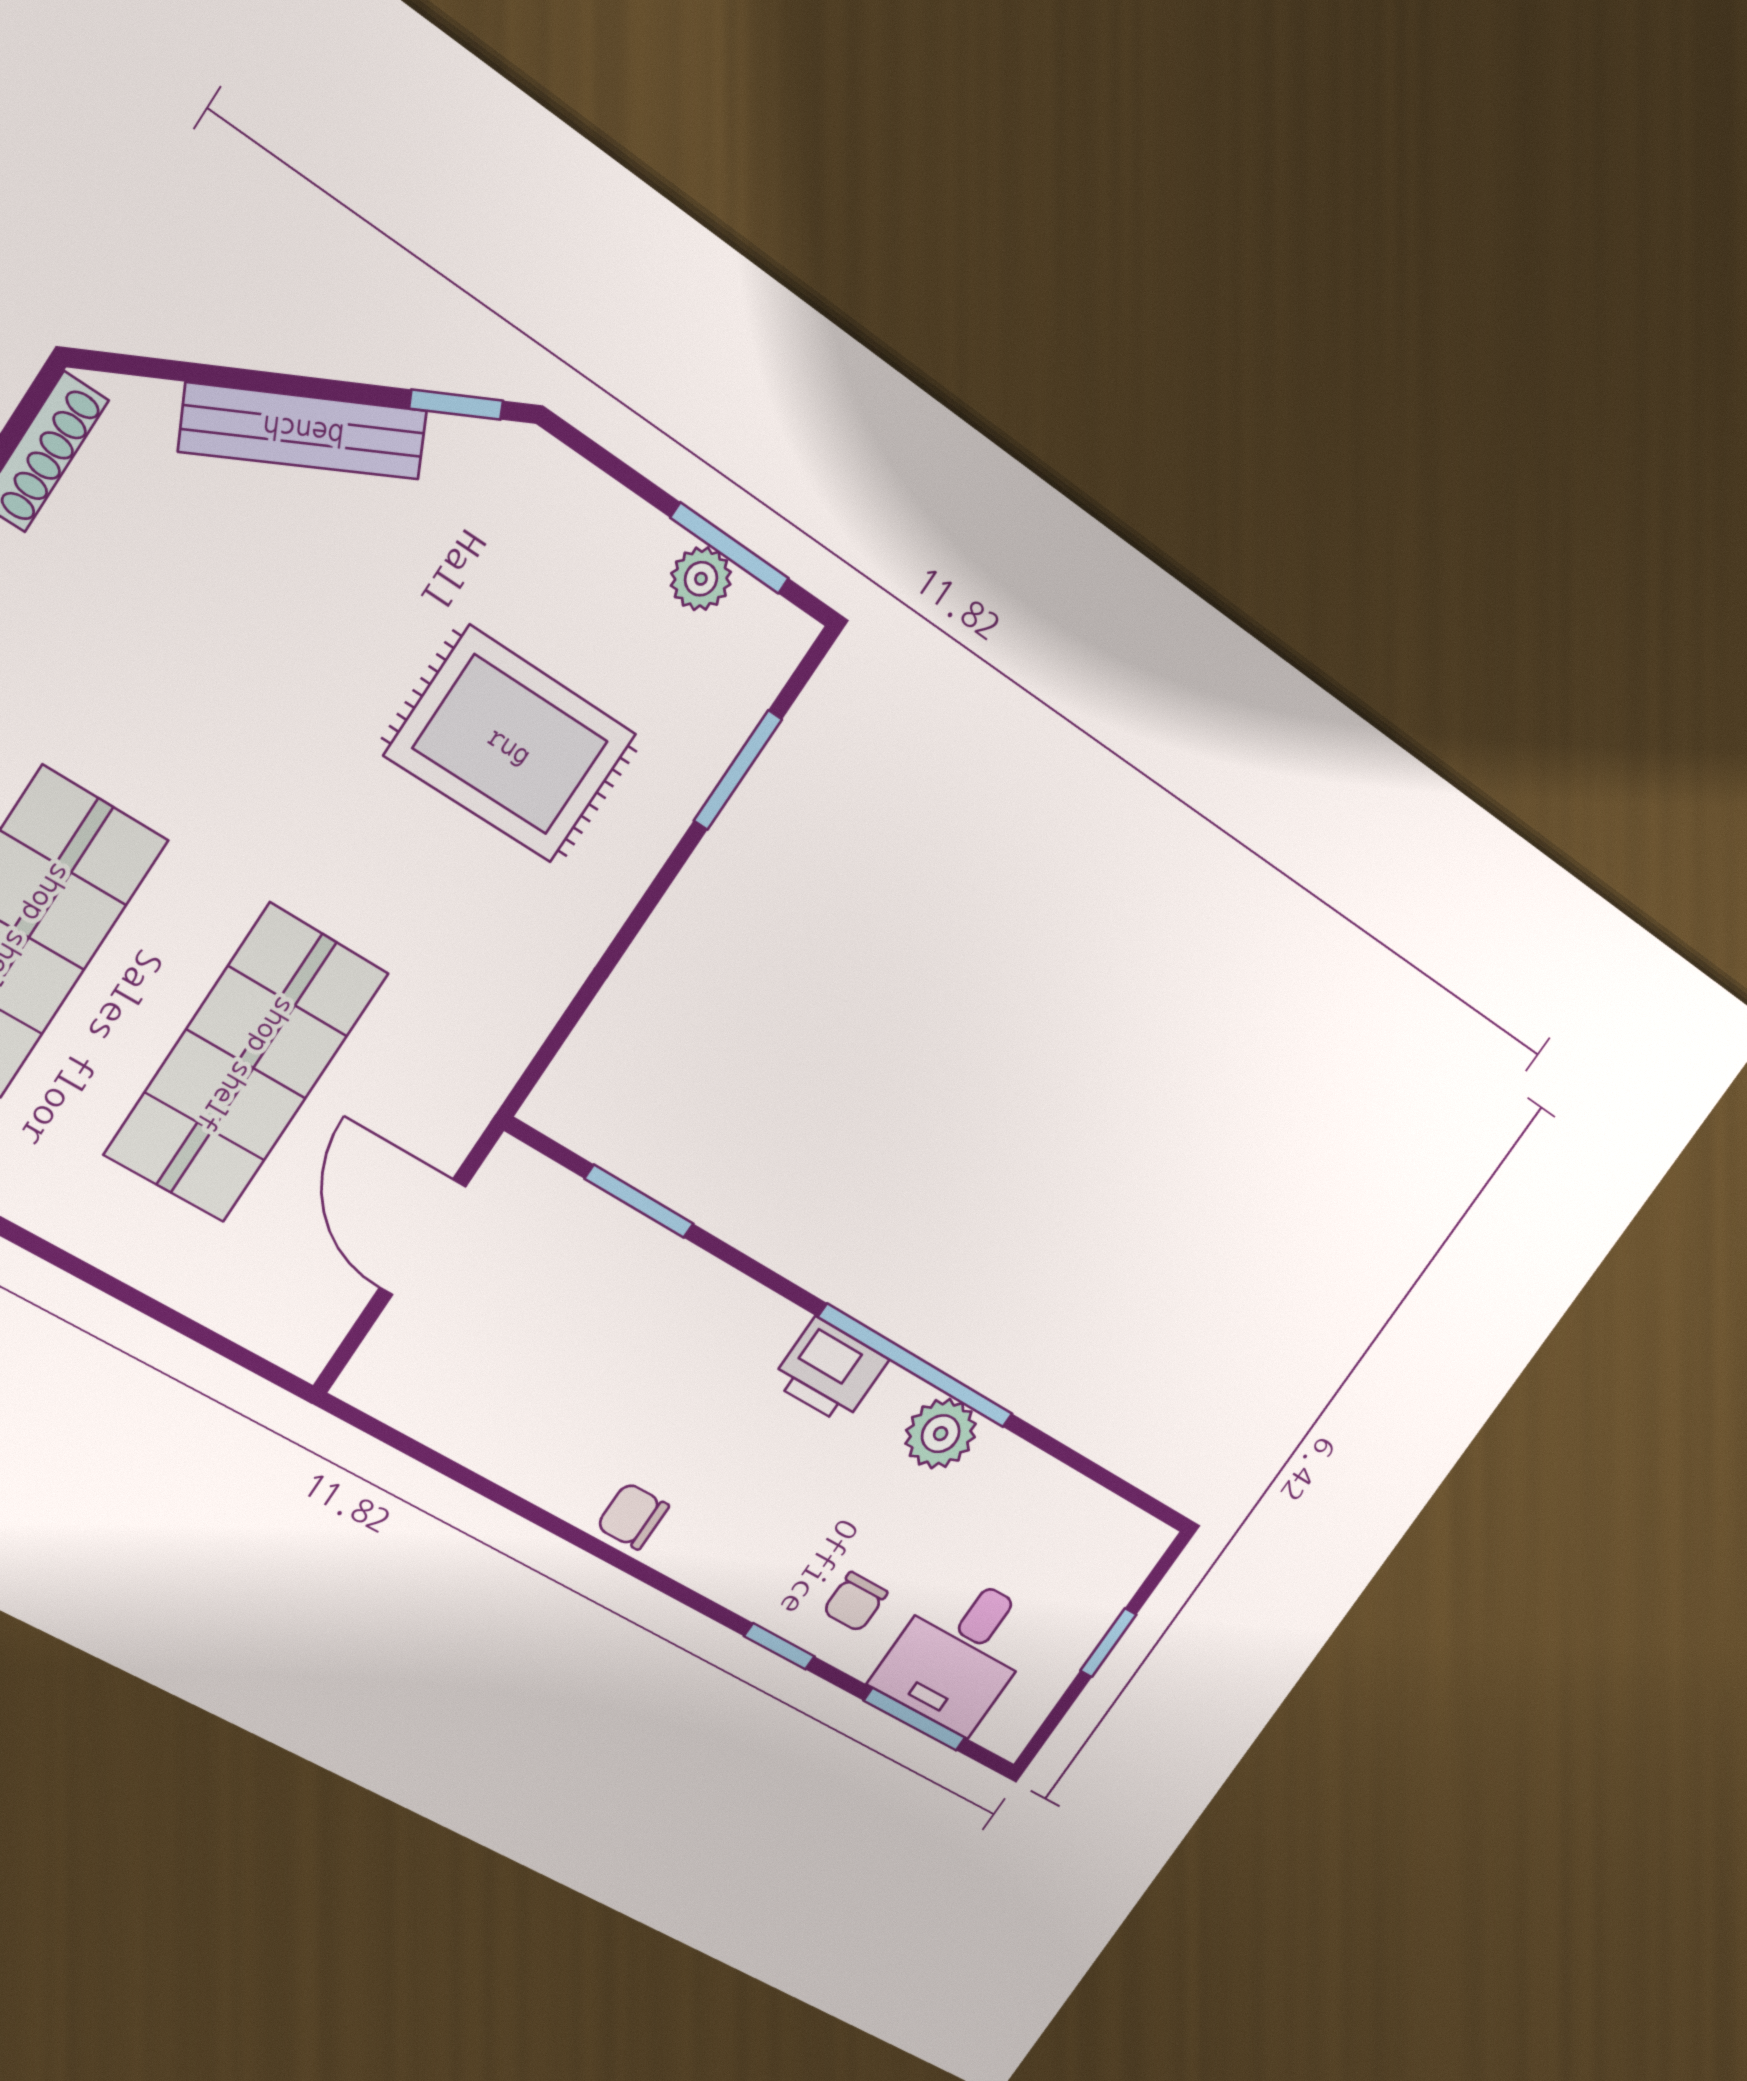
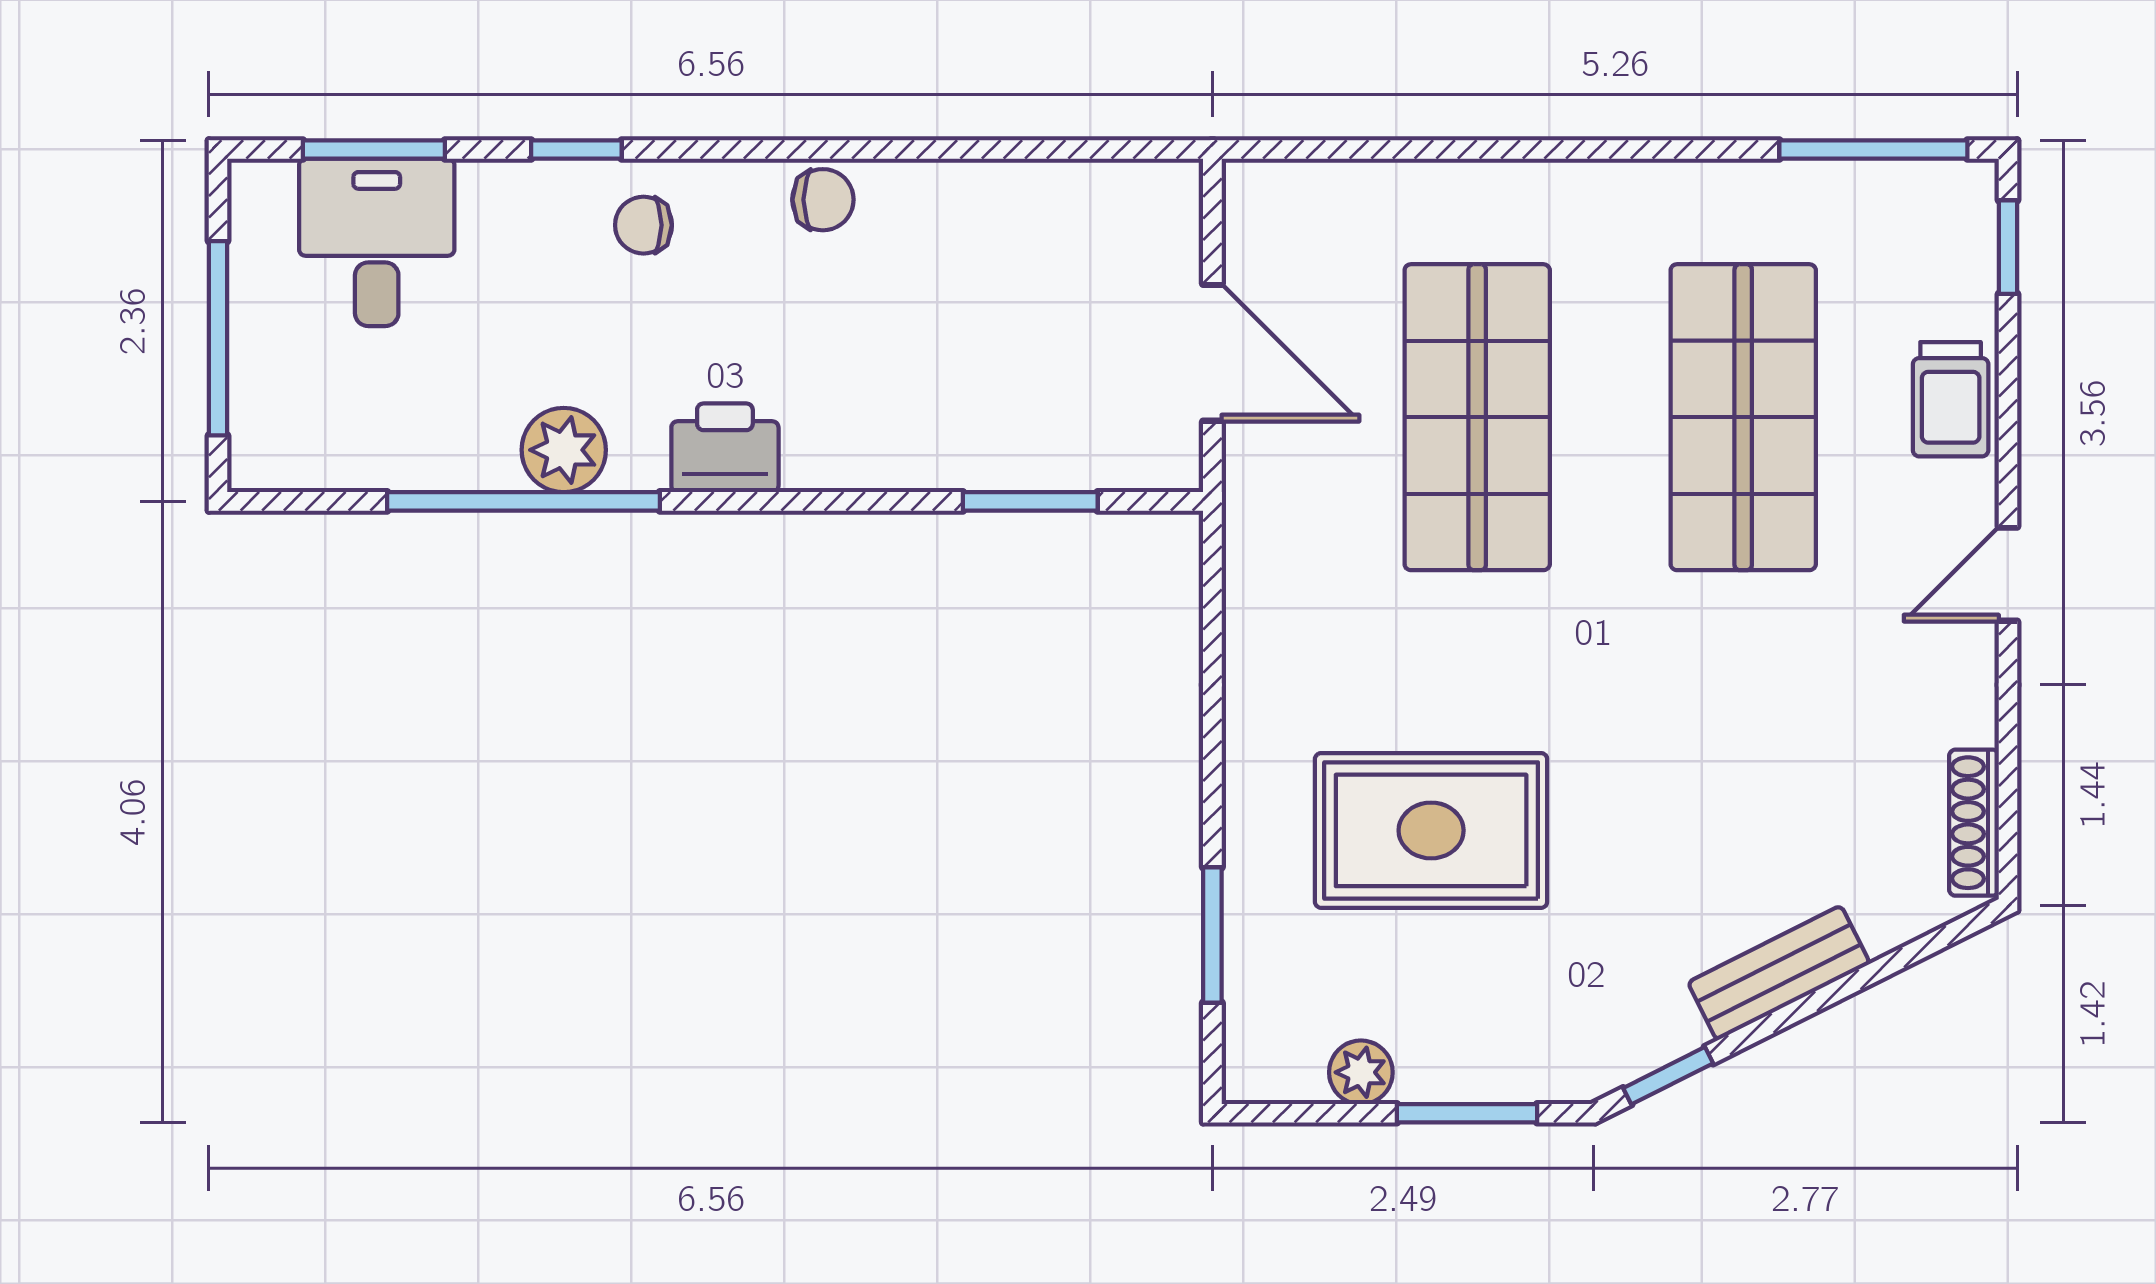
bench: (303, 431) -> (1779, 973), width x0.73
window: (730, 548) -> (1467, 1113), moved
window: (916, 1366) -> (524, 501), moved
chair: (855, 1602) -> (643, 225), moved, turned -90
window: (1108, 1643) -> (218, 338), width x2.17

